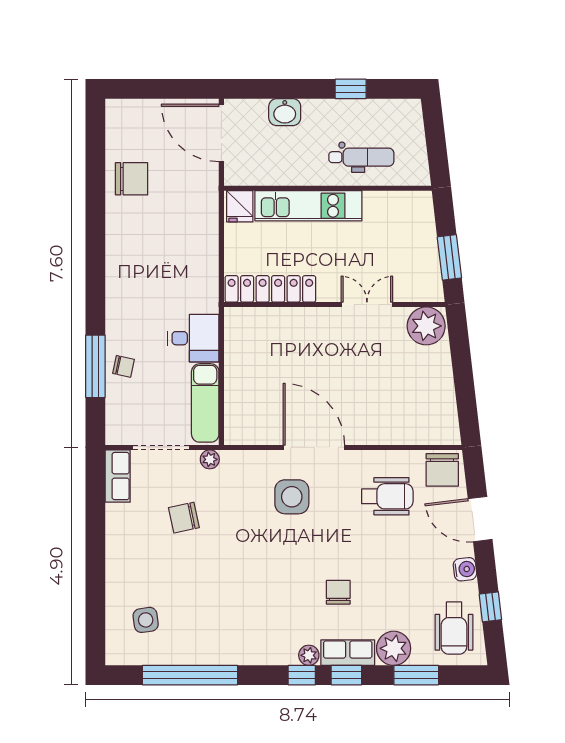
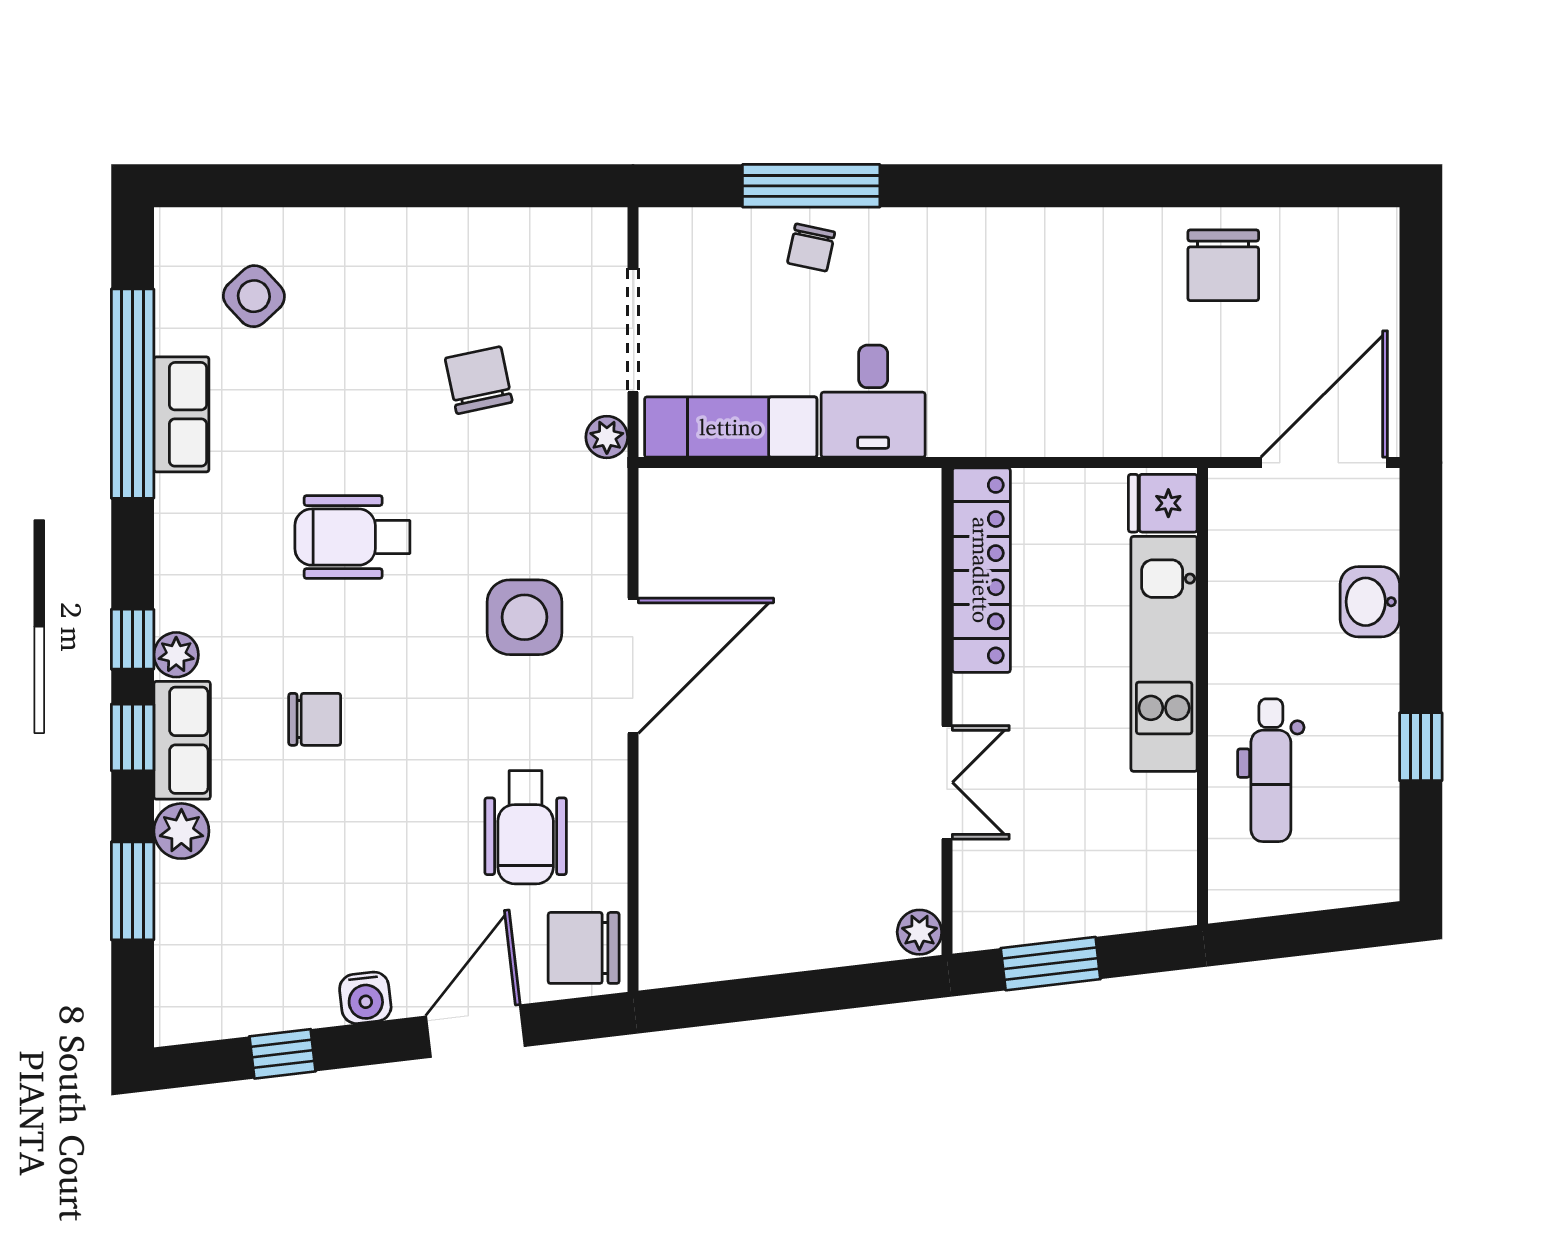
plant: (426, 326) -> (919, 932), width x0.53, depth x0.53
row of seats: (118, 476) -> (181, 414), moved, turned -90
side table: (146, 620) -> (254, 296), turned -35
wheelchair: (454, 628) -> (352, 537), moved
plant: (394, 648) -> (181, 831), width x0.73, depth x0.73

